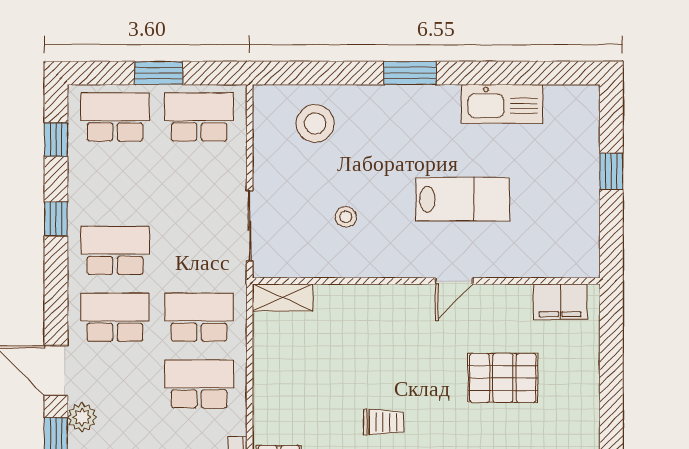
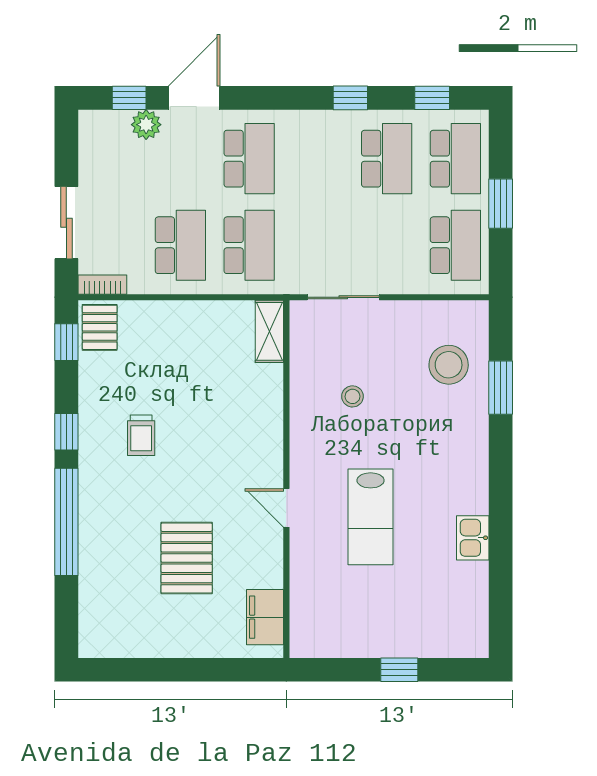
window: (410, 73) -> (501, 388), moved
kitchen sink: (502, 104) -> (473, 538), width x0.53, depth x0.81
school desk: (115, 250) -> (387, 159), moved

